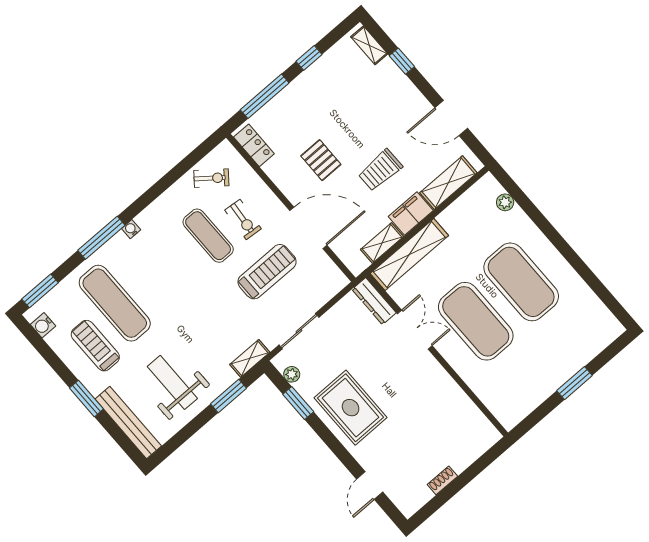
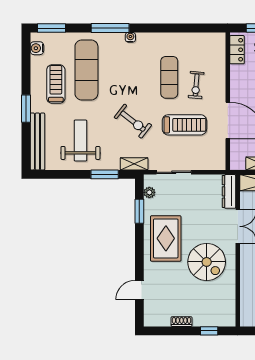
exercise bike: (211, 178) -> (133, 121), moved, width x1.38, depth x1.39
spiral stairs: (415, 395) -> (207, 262), added
window: (480, 465) -> (209, 331), added

